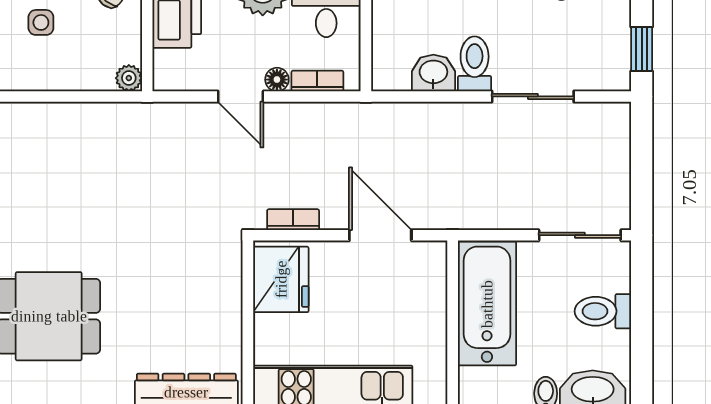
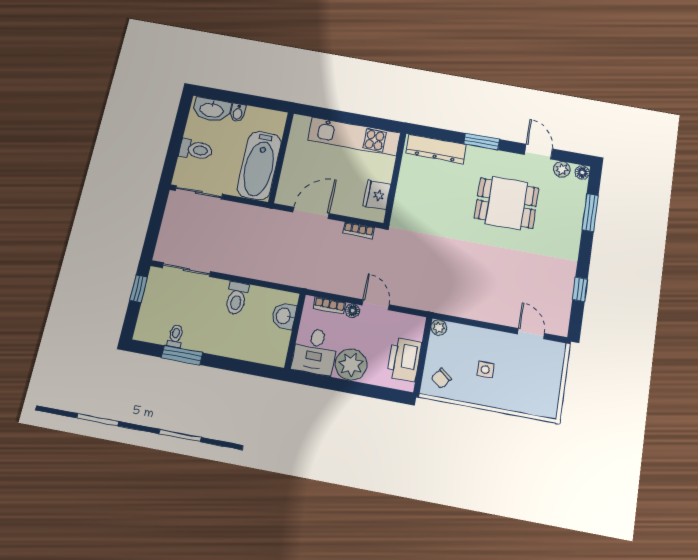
washbasin: (433, 73) -> (284, 316), moved, turned 90
sliding door: (533, 96) -> (187, 270), moved
door: (380, 235) -> (311, 213), swing flipped
fridge: (281, 279) -> (377, 195), width x0.73, depth x0.75

